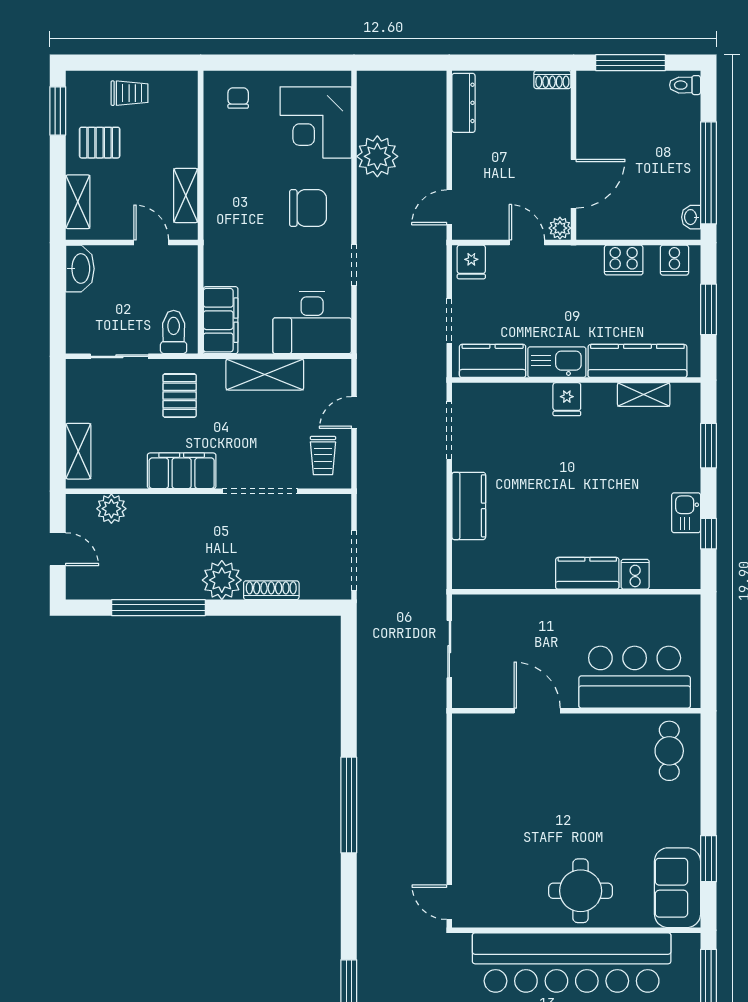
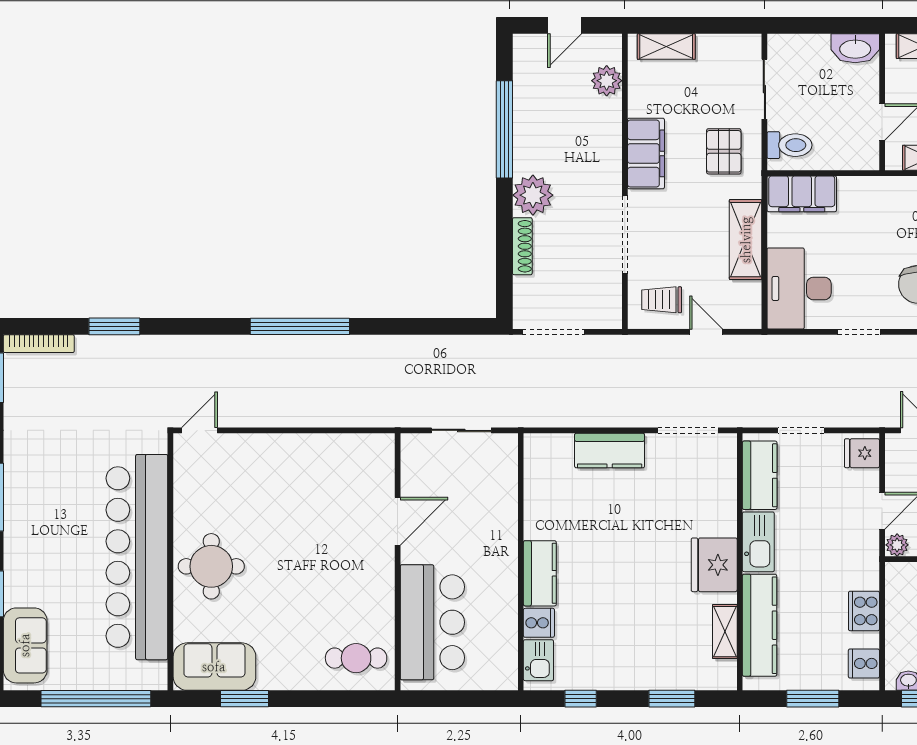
pallet: (180, 396) -> (724, 151), turned 90
fridge: (567, 399) -> (714, 565), width x1.88, depth x1.34
kitchen sink: (686, 513) -> (538, 660), moved, turned 90

